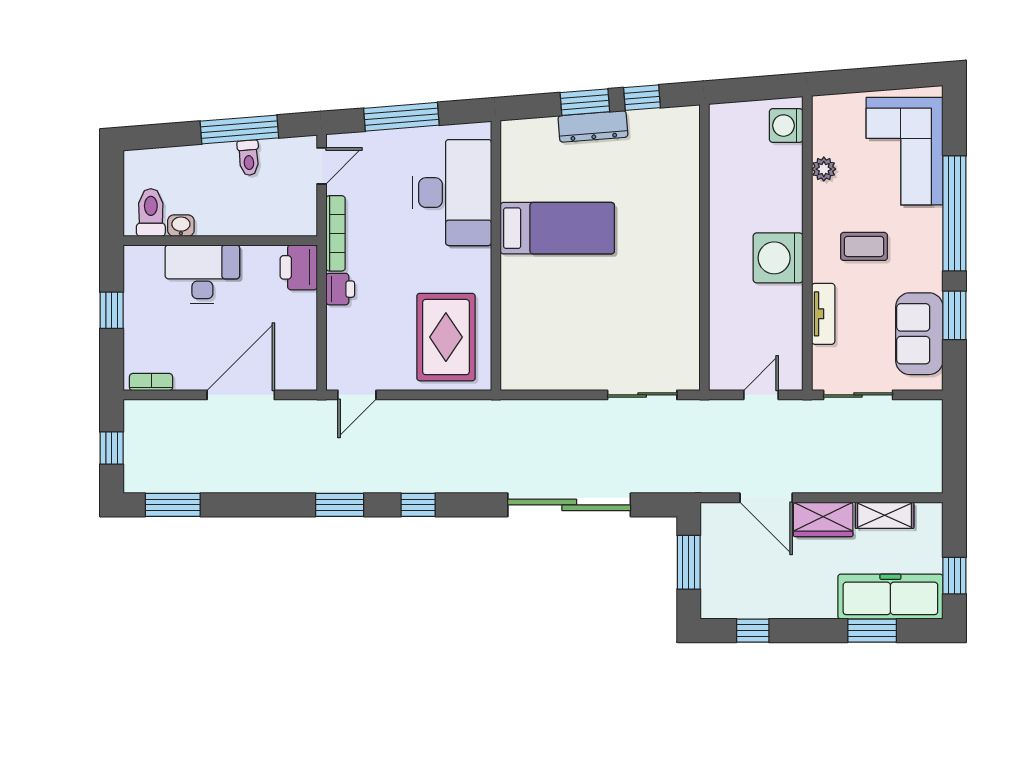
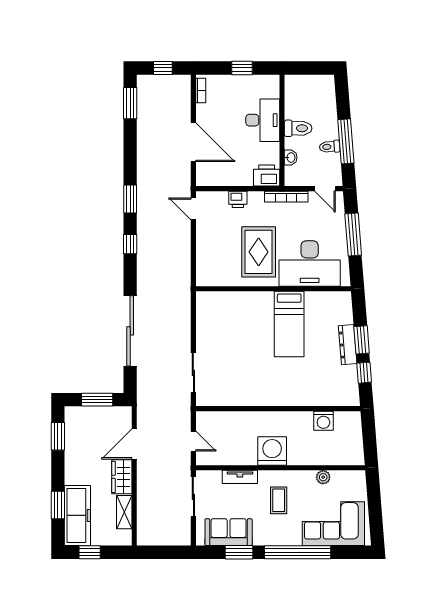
washing machine: (786, 126) -> (323, 421), moved, turned 180
toilet: (151, 213) -> (298, 128), moved
washbasin: (181, 226) -> (291, 157), moved
printer: (340, 289) -> (238, 199), moved
rug: (446, 337) -> (259, 252), moved, turned 90
window: (753, 631) -> (58, 436), width x1.50

